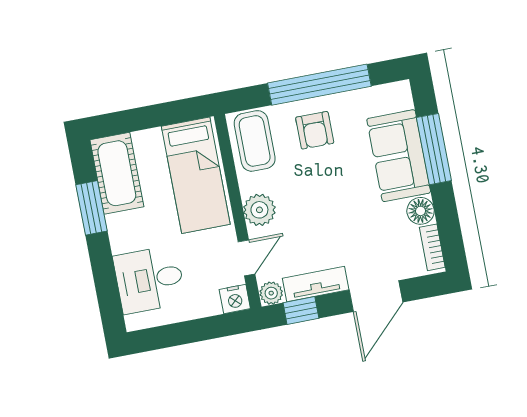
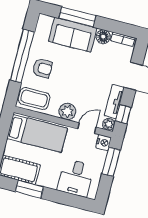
door: (246, 258) -> (87, 128), hinge flipped
window: (207, 328) -> (111, 162), added

